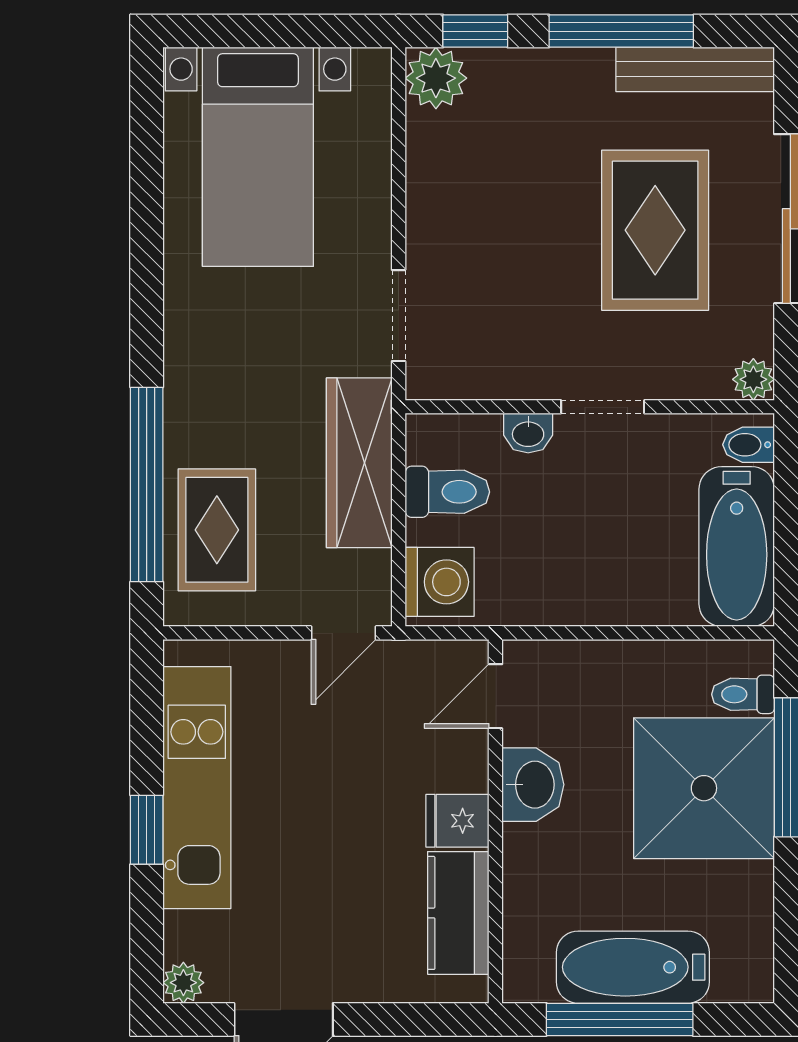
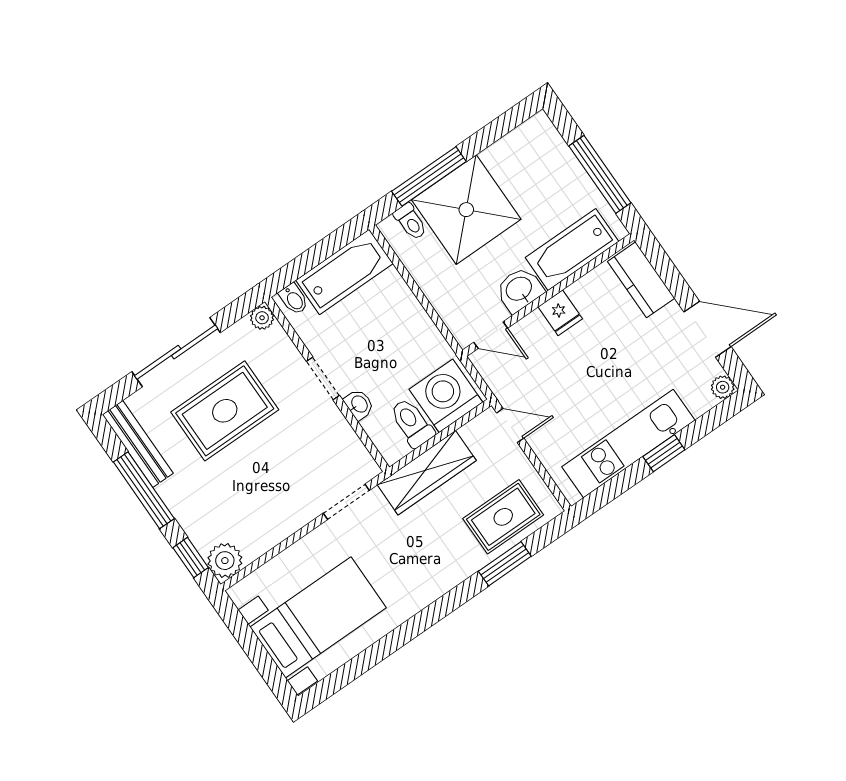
window: (147, 484) -> (505, 564), width x0.47
washing machine: (440, 582) -> (446, 396), width x1.37, depth x1.37
kitchen counter: (458, 913) -> (641, 280), moved, turned 90
bathtub: (633, 967) -> (572, 250), moved, turned 90

